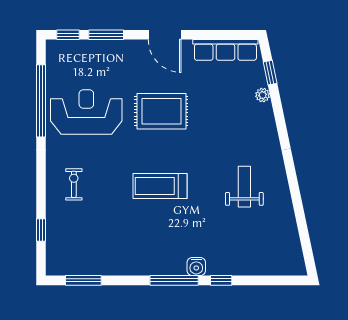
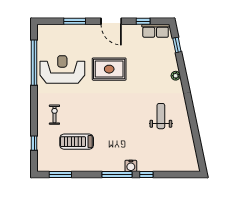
window: (68, 35) -> (143, 21), moved
row of seats: (225, 50) -> (156, 31), width x0.68
plant: (263, 95) -> (176, 76), moved
treadmill: (160, 186) -> (77, 142), moved

